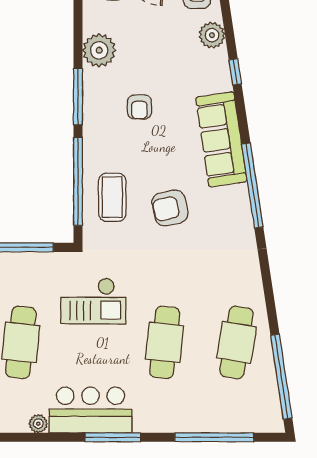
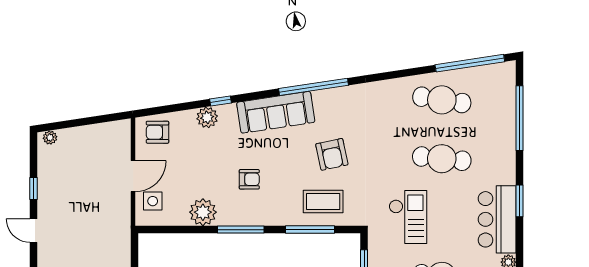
plant: (212, 35) -> (207, 117), moved
window: (78, 181) -> (310, 230), width x0.68
window: (113, 437) -> (520, 201), width x0.69

